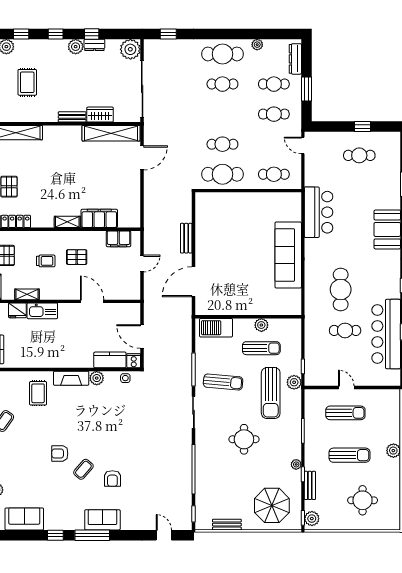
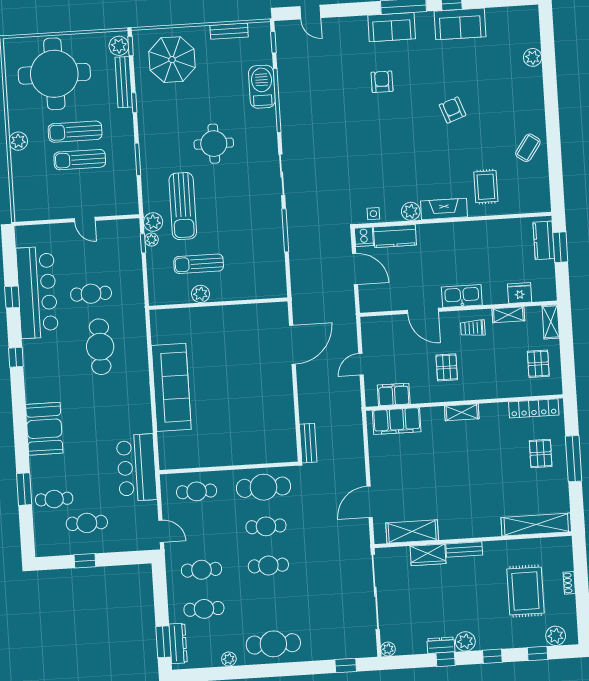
plant: (130, 49) -> (388, 649), width x0.53, depth x0.53
rug: (27, 82) -> (525, 591), width x1.36, depth x1.43
cafe table: (222, 84) -> (268, 566), moved
window: (306, 89) -> (163, 642), moved
shelving: (111, 133) -> (412, 532), width x0.68
cafe table: (383, 175) -> (54, 499), added
bar counter: (319, 212) -> (137, 468), moved
filing cabinet: (99, 218) -> (397, 421), moved
bench: (186, 238) -> (308, 443), moved
pallet: (77, 257) -> (447, 367), turned 90
trolley: (46, 261) -> (473, 328), moved
kitchen sink: (42, 311) -> (462, 296), moved
barbecue: (216, 328) -> (262, 87), moved, turned -90
sun lounger: (223, 382) -> (246, 217), removed
sun lounger: (271, 393) -> (183, 206), turned 180
sun lounger: (345, 413) -> (80, 160), moved
armchair: (60, 453) -> (453, 110), turned -110
plant: (296, 464) -> (152, 240), moved
coffee table: (83, 469) -> (421, 91), removed
bench: (310, 485) -> (124, 82), width x1.36
round table: (363, 500) -> (54, 74), width x1.86, depth x1.86
sofa: (24, 519) -> (460, 24), moved

